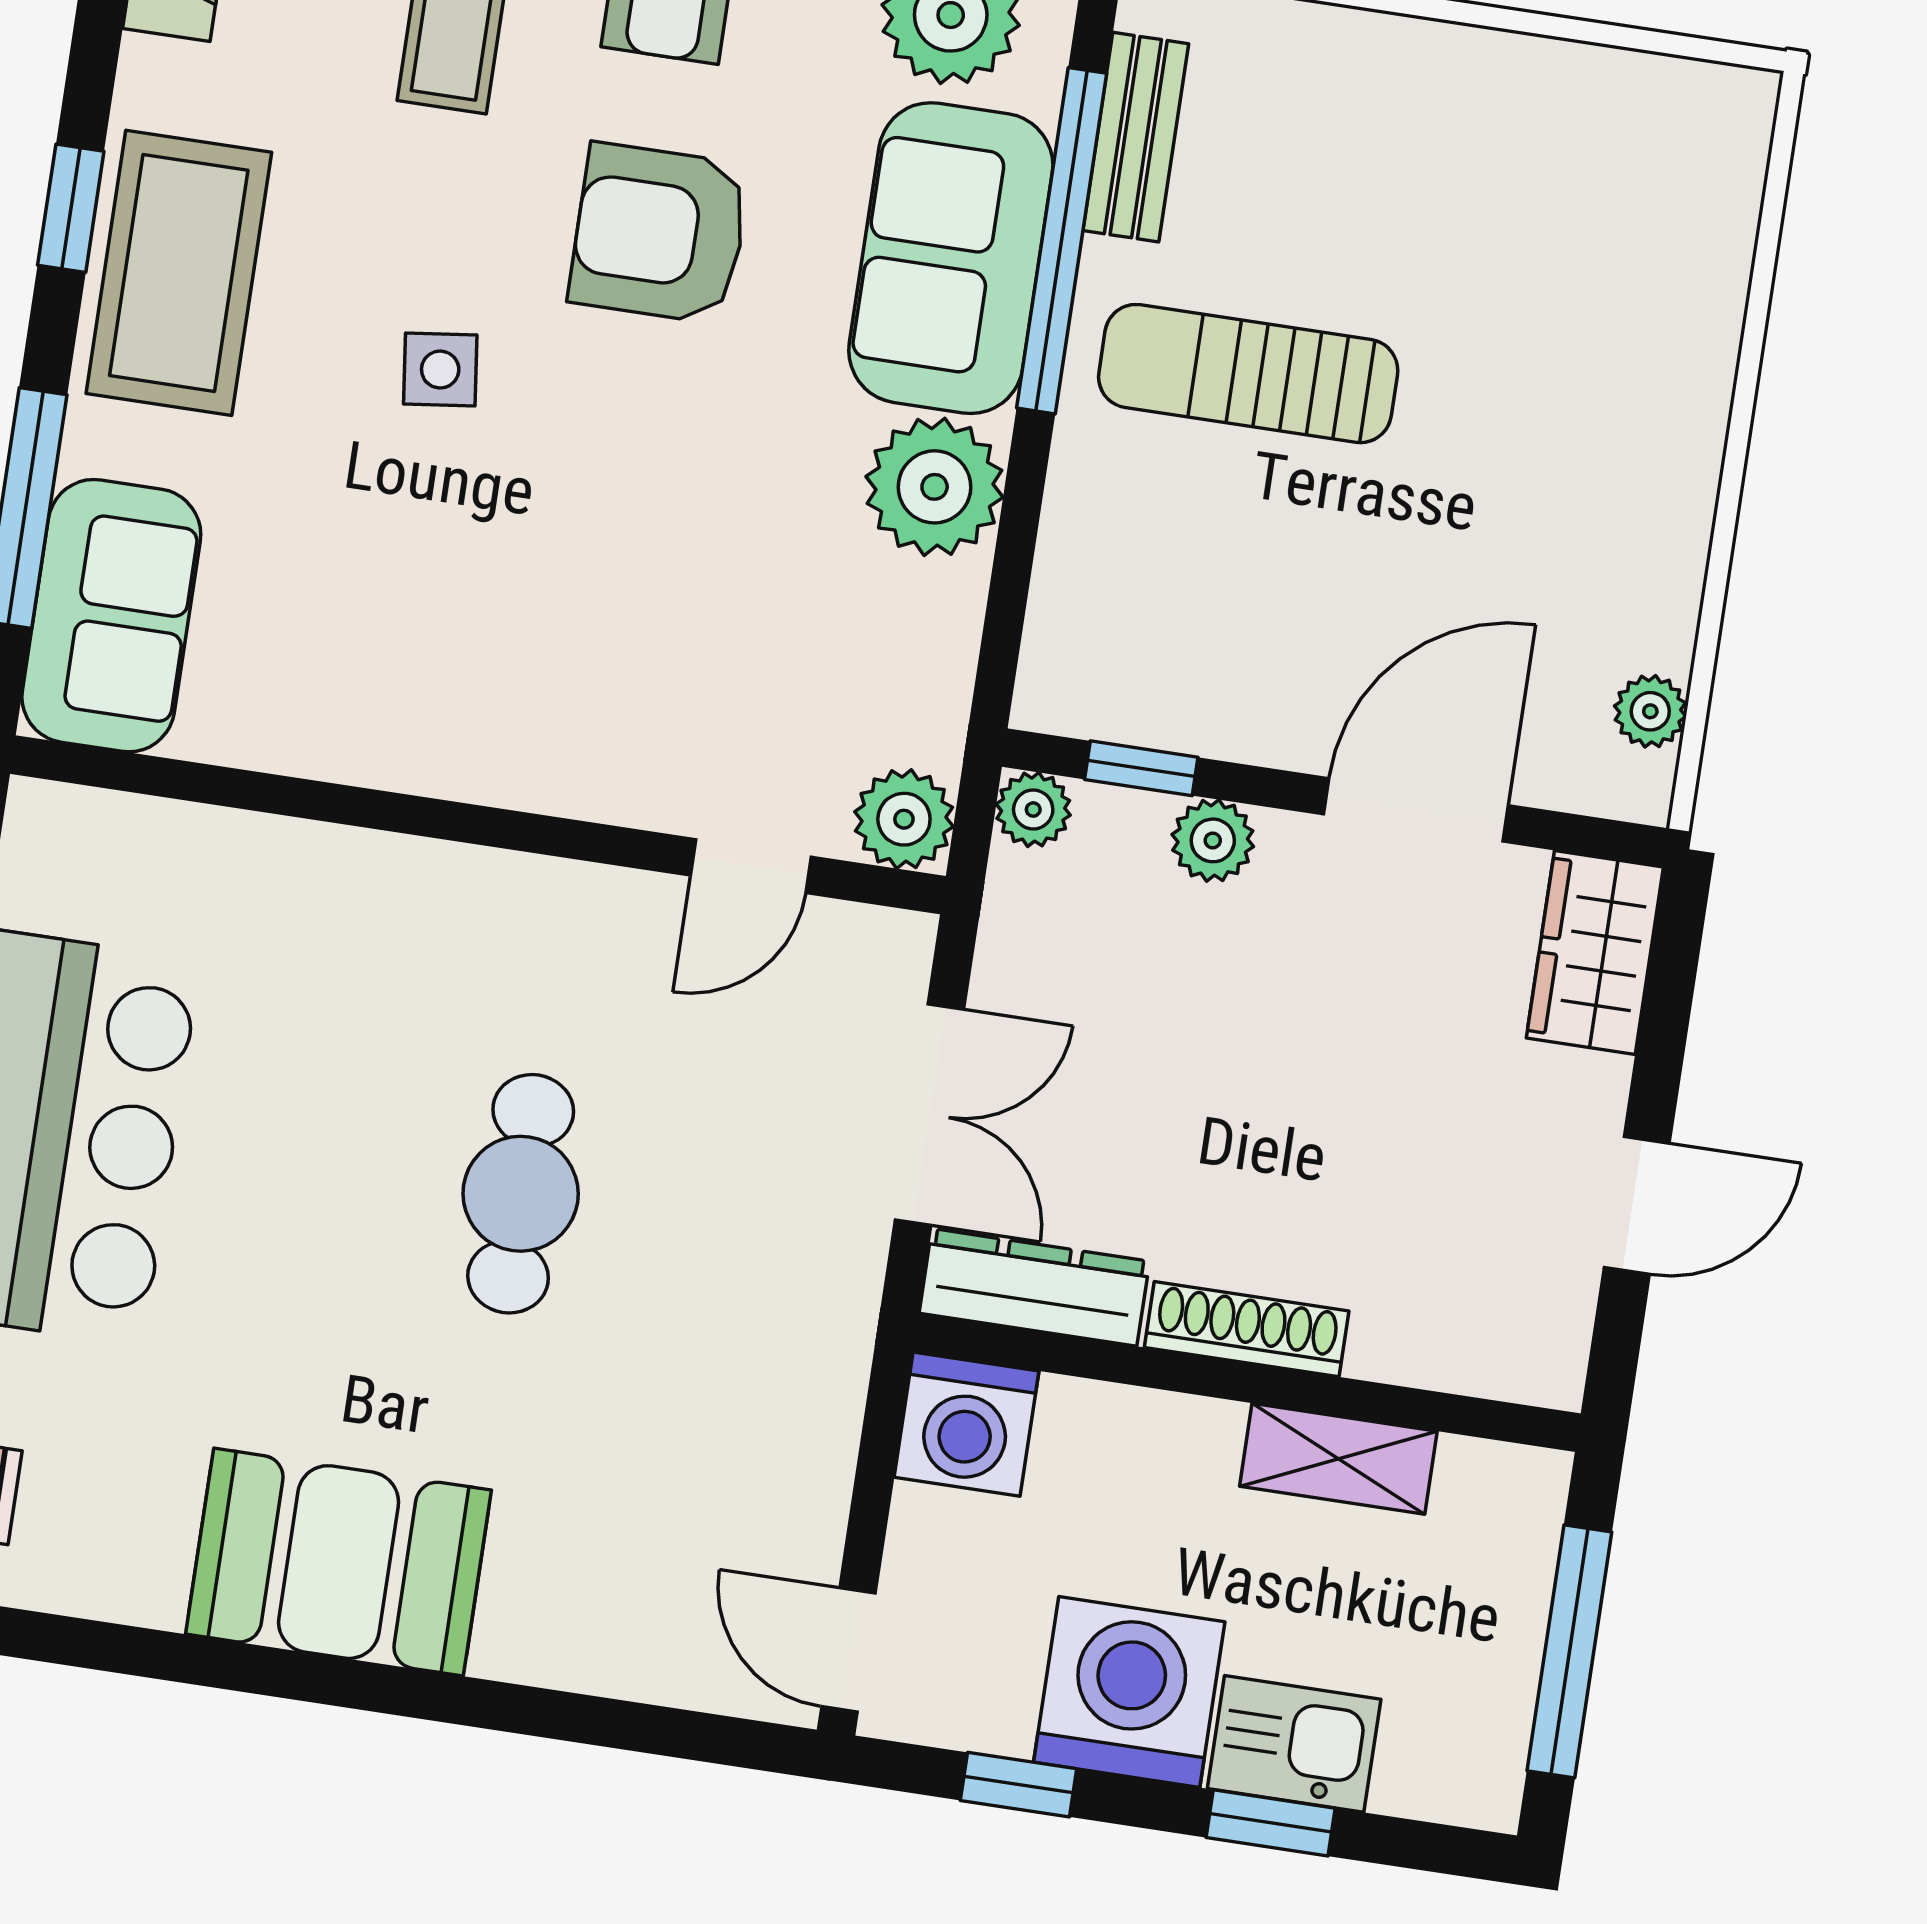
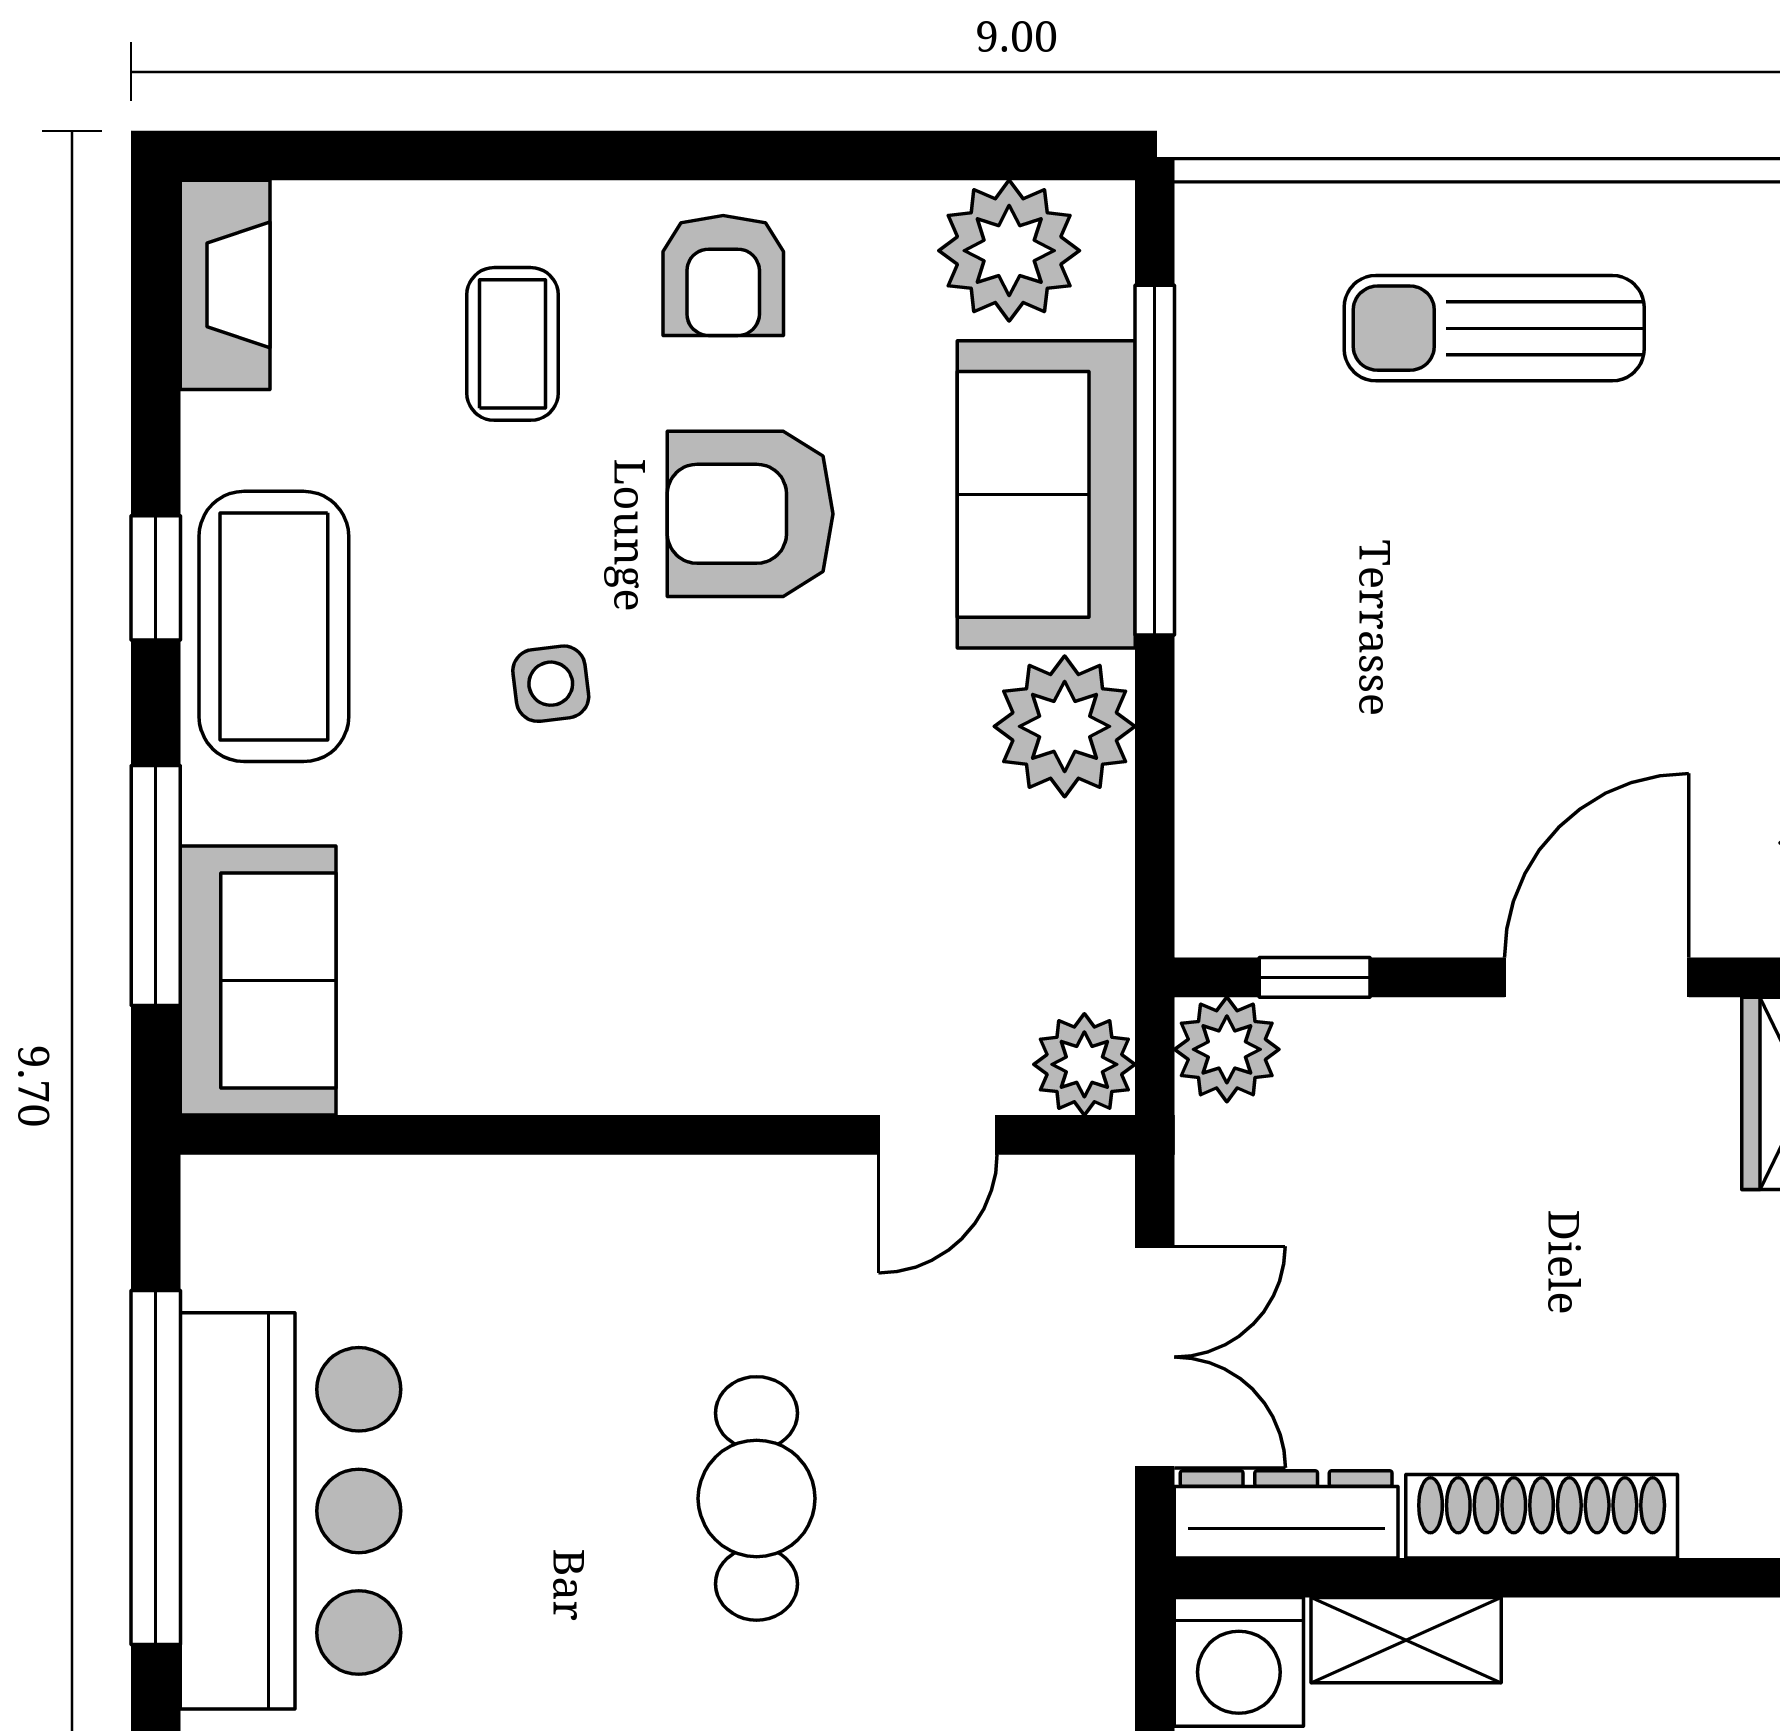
bench: (1136, 137) -> (1213, 345), removed
sun lounger: (1248, 374) -> (1494, 328), moved
plant: (1033, 810) -> (1227, 1049), width x1.38, depth x1.38
plant: (1213, 840) -> (1397, 1039), removed
shoe rack: (1247, 1329) -> (1542, 1516), width x1.36, depth x1.24
shelving: (1338, 1459) -> (1406, 1640), moved

